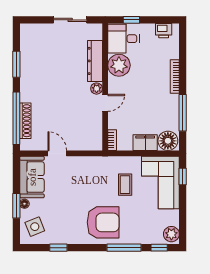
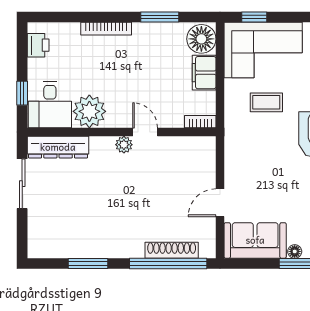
dresser: (95, 61) -> (58, 147), moved
window: (183, 113) -> (160, 17), width x0.69

